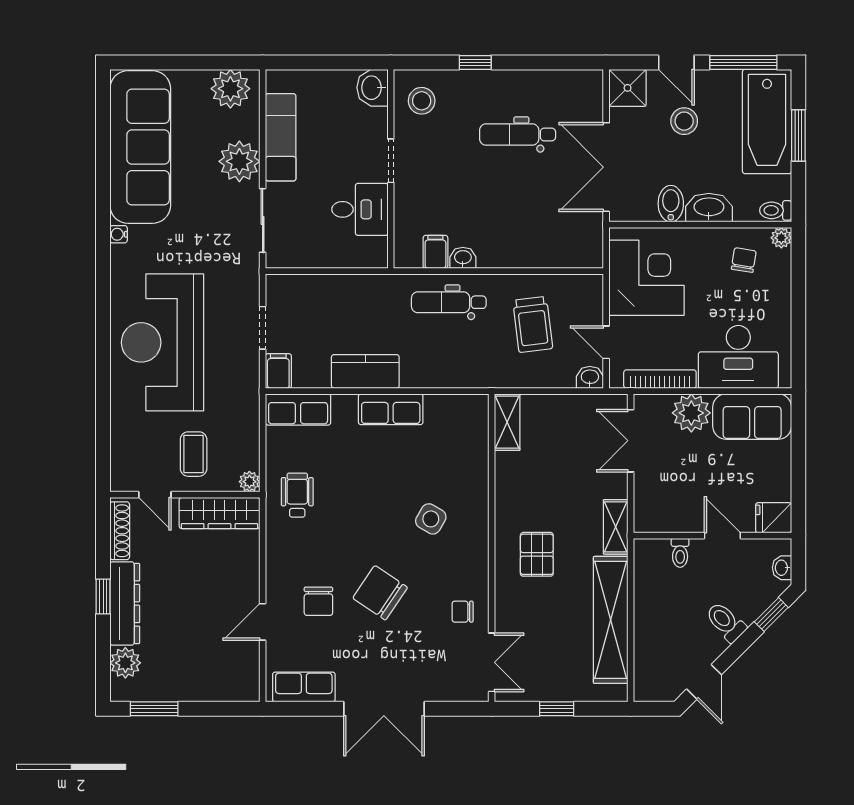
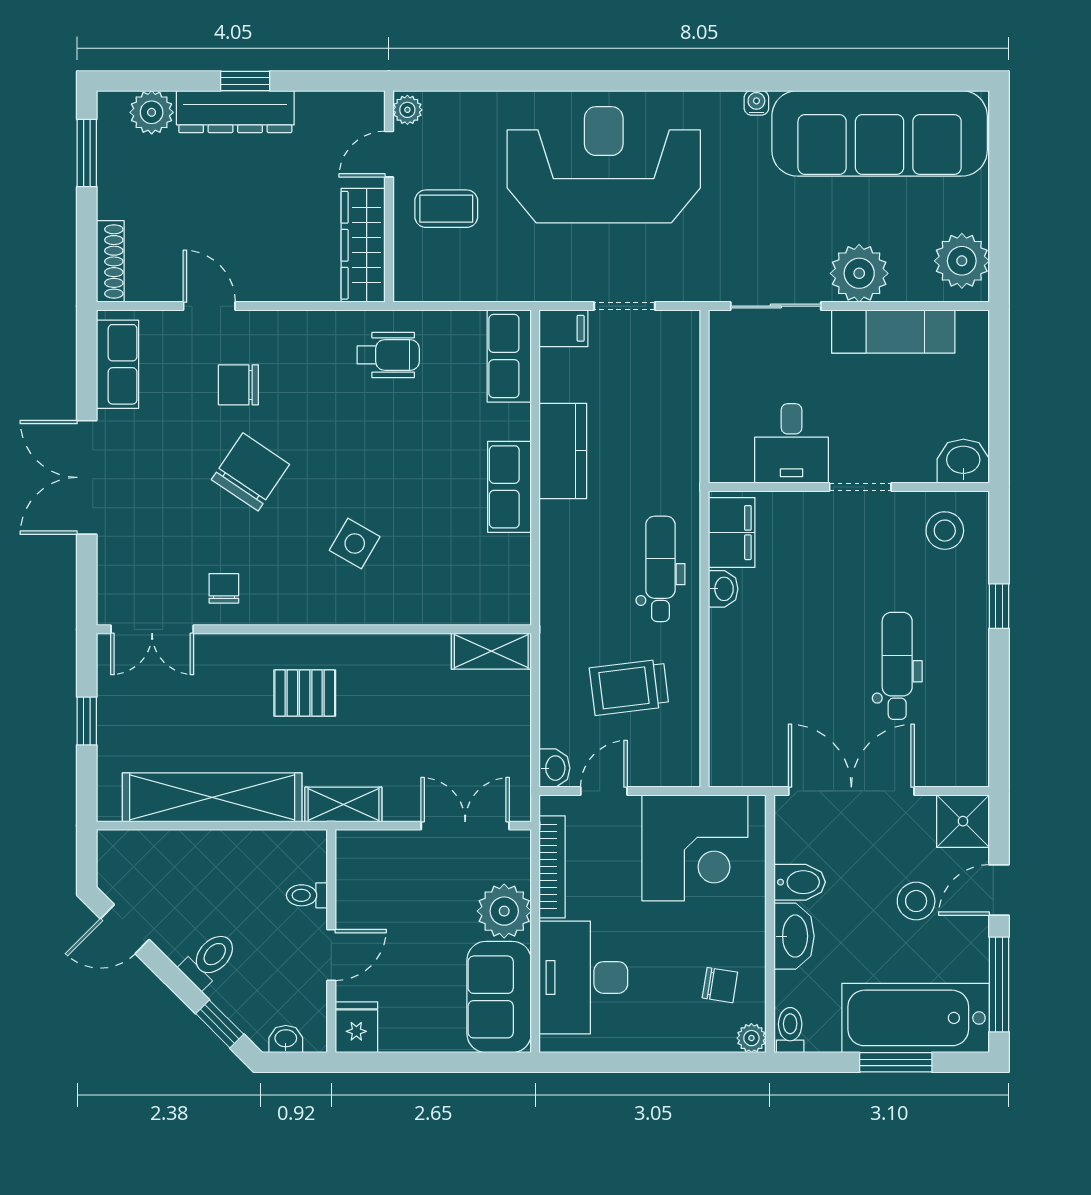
filing cabinet: (435, 252) -> (732, 533), width x2.00
plant: (249, 482) -> (407, 110), moved
shoe rack: (120, 531) -> (110, 261), moved, turned -90

